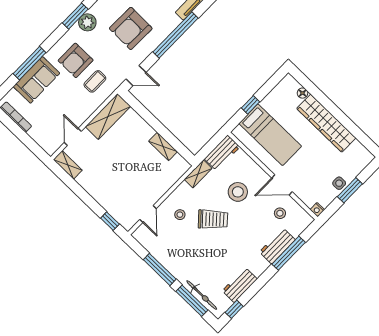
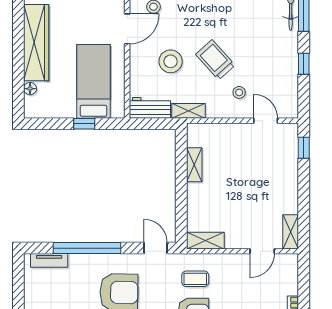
shelving: (108, 117) -> (205, 241), width x0.67, depth x0.75
door: (282, 185) -> (127, 29), hinge flipped
door: (148, 214) -> (266, 121), hinge flipped
window: (160, 269) -> (304, 64), width x0.46

